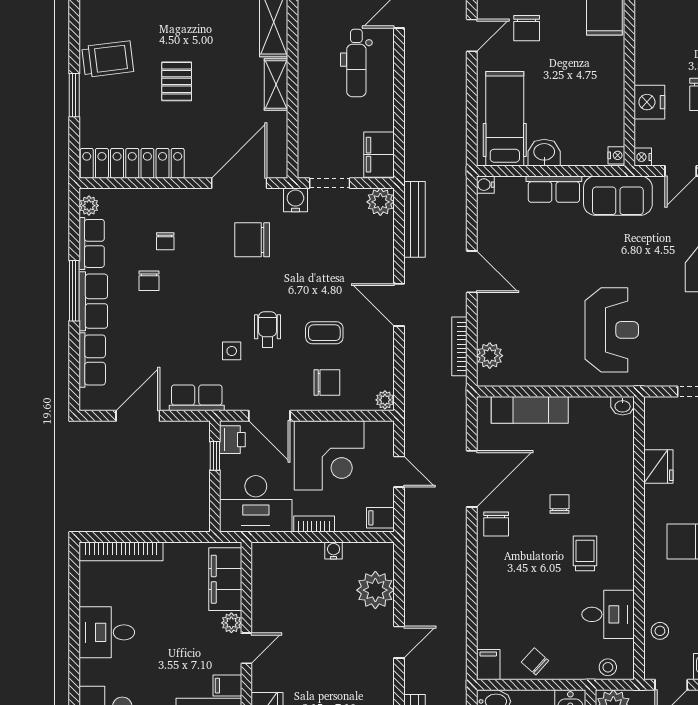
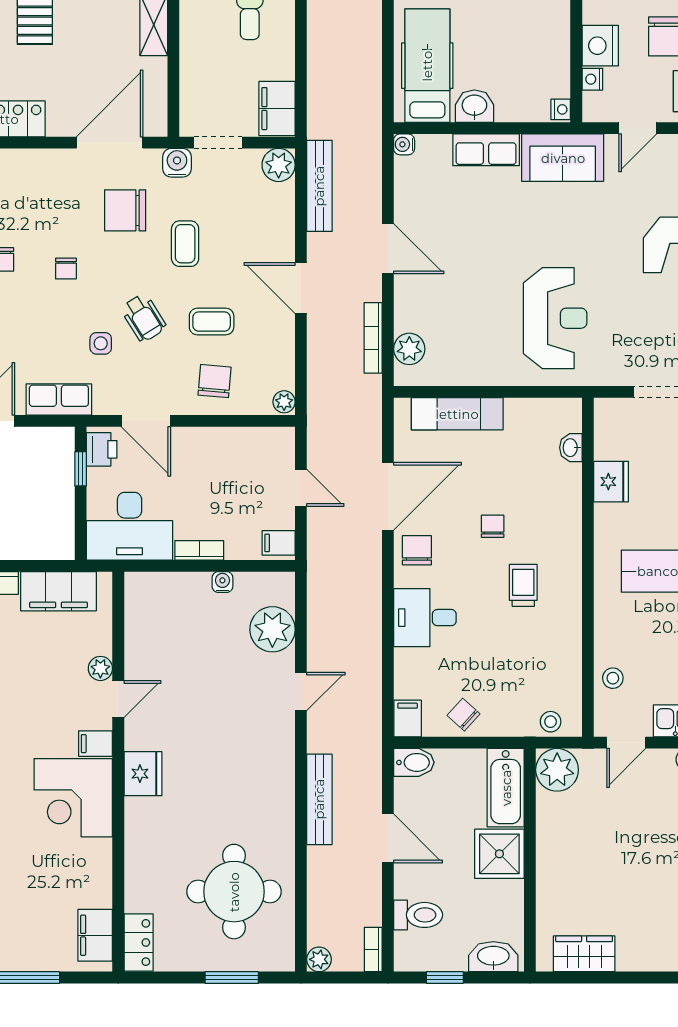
nightstand: (643, 157) -> (592, 79), moved
chair: (165, 241) -> (66, 269), moved
coffee table: (302, 268) -> (185, 244), added
wheelchair: (267, 330) -> (144, 318), turned 148
chair: (327, 383) -> (215, 381), turned -85
washbasin: (623, 406) -> (571, 448), moved, turned 90
corner desk: (329, 455) -> (217, 468), removed
chair: (496, 524) -> (417, 550), turned 180
filing cabinet: (225, 579) -> (59, 591), moved, turned -90
desk: (608, 614) -> (425, 618), moved, turned 180

